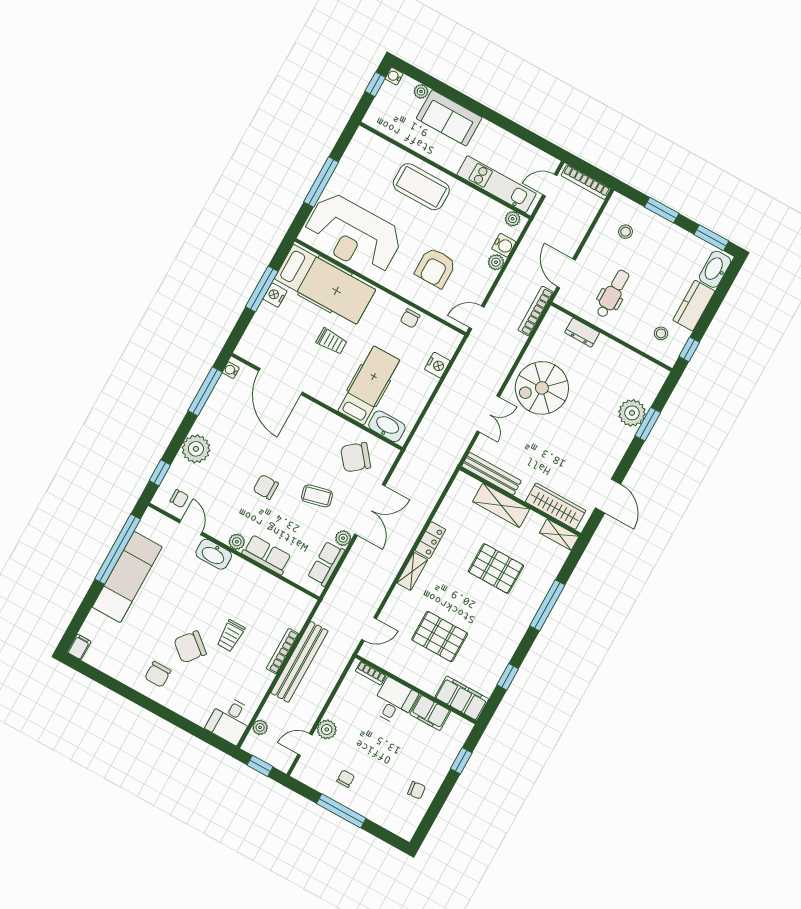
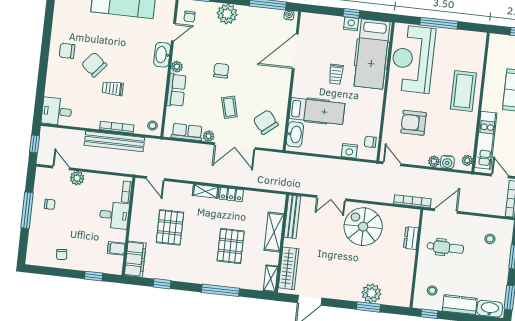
window: (262, 289) -> (351, 13), width x0.46
chair: (410, 318) -> (370, 142), moved
stool: (299, 604) -> (153, 126), added
filing cabinet: (430, 713) -> (116, 248), width x0.50
plant: (260, 727) -> (60, 133), removed

